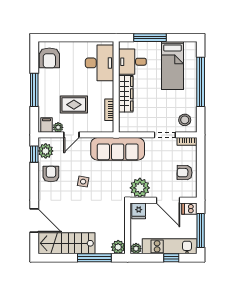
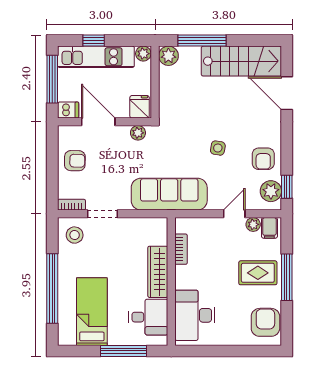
rug: (74, 105) -> (258, 273), moved
plant: (140, 188) -> (138, 133), width x0.53, depth x0.53

